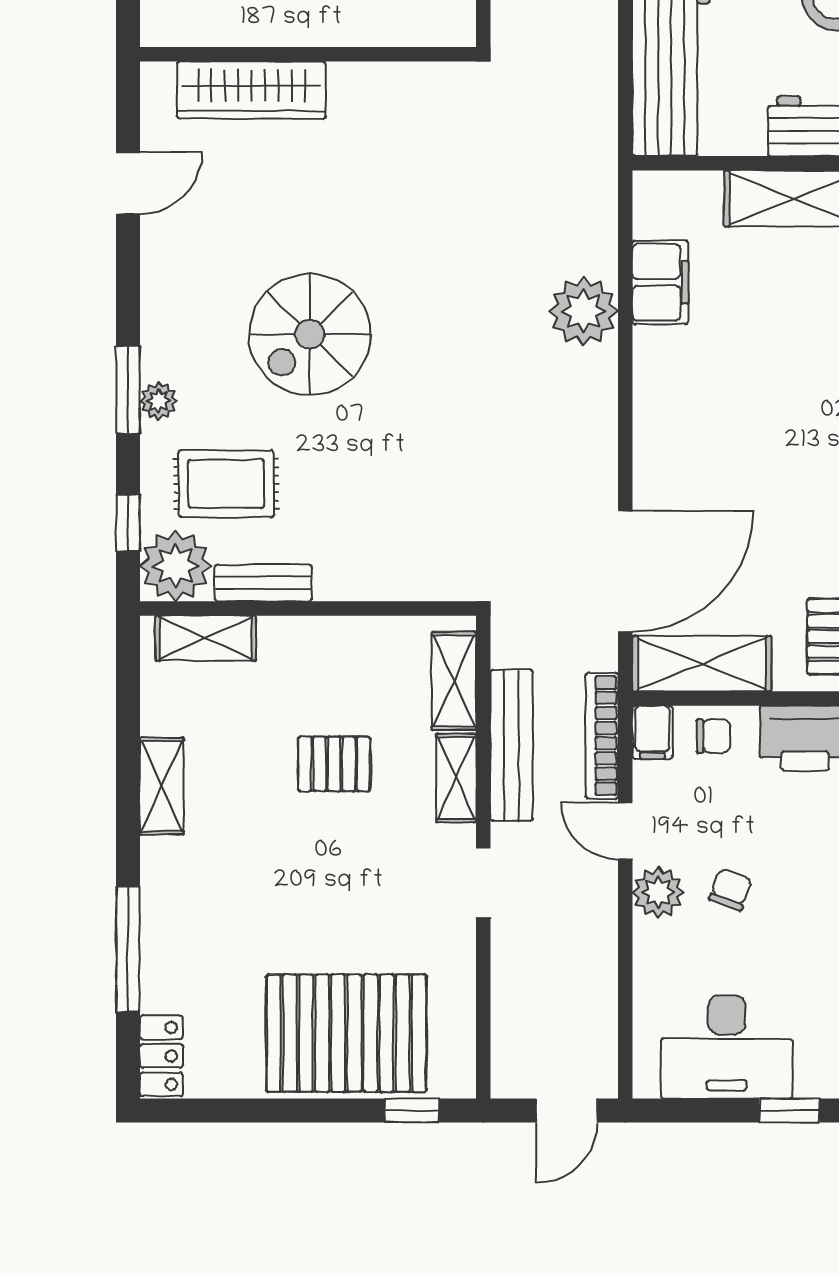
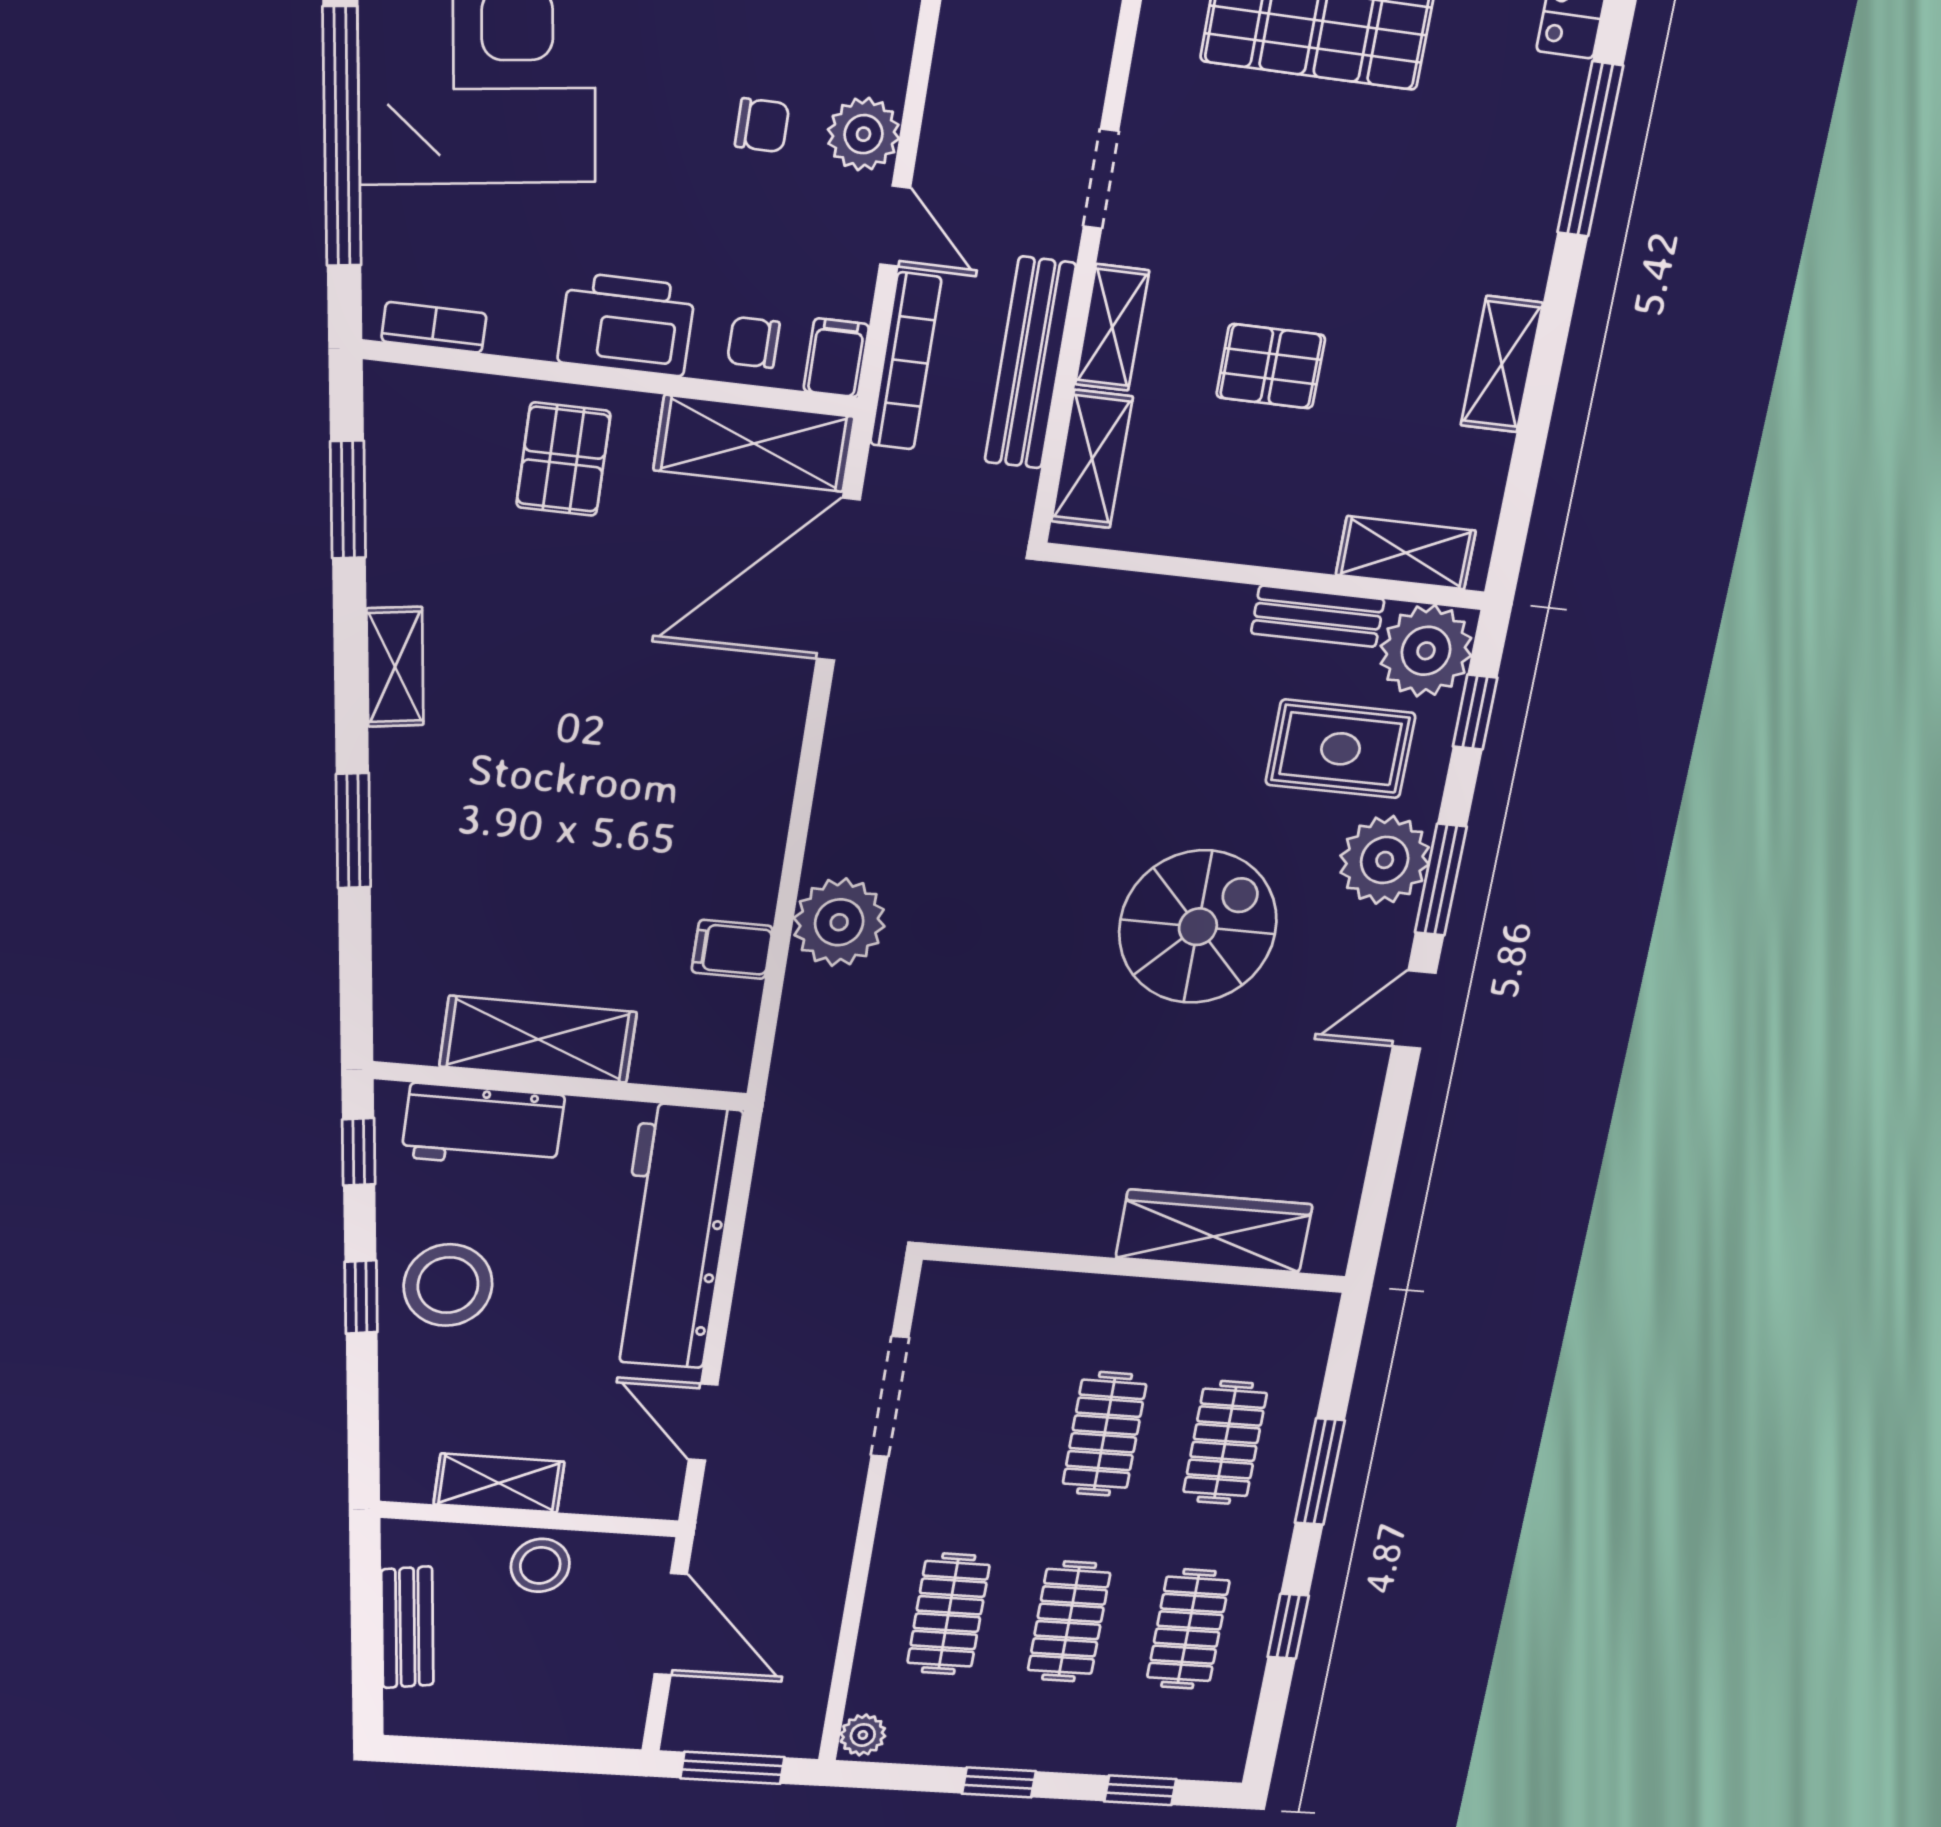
door: (128, 183) -> (1414, 1010), moved
filing cabinet: (660, 282) -> (732, 949), width x0.50
plant: (159, 401) -> (1385, 860), width x1.87, depth x1.87
chair: (730, 889) -> (762, 125), turned -110

